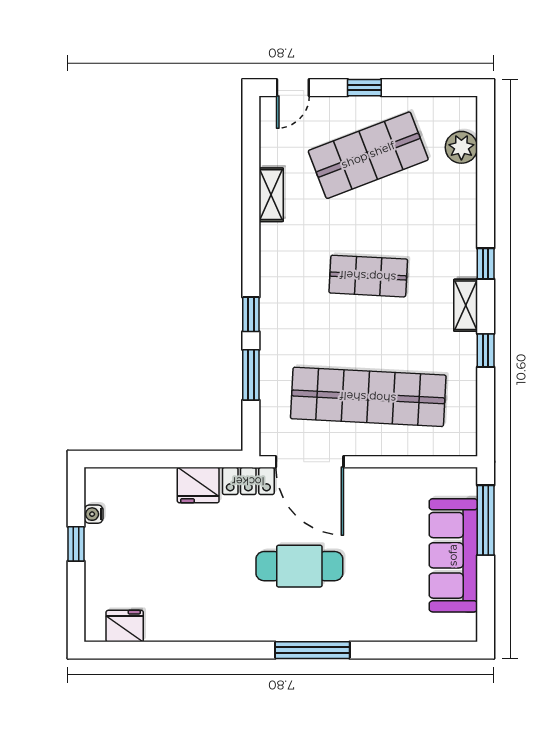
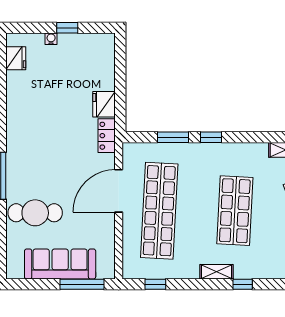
shop shelf: (368, 276) -> (235, 211), width x1.43, depth x1.36
window: (486, 350) -> (155, 284), moved
door: (310, 462) -> (119, 191), moved
water cooler: (94, 514) -> (51, 39), moved
cafe table: (299, 566) -> (35, 213), moved, turned 90

